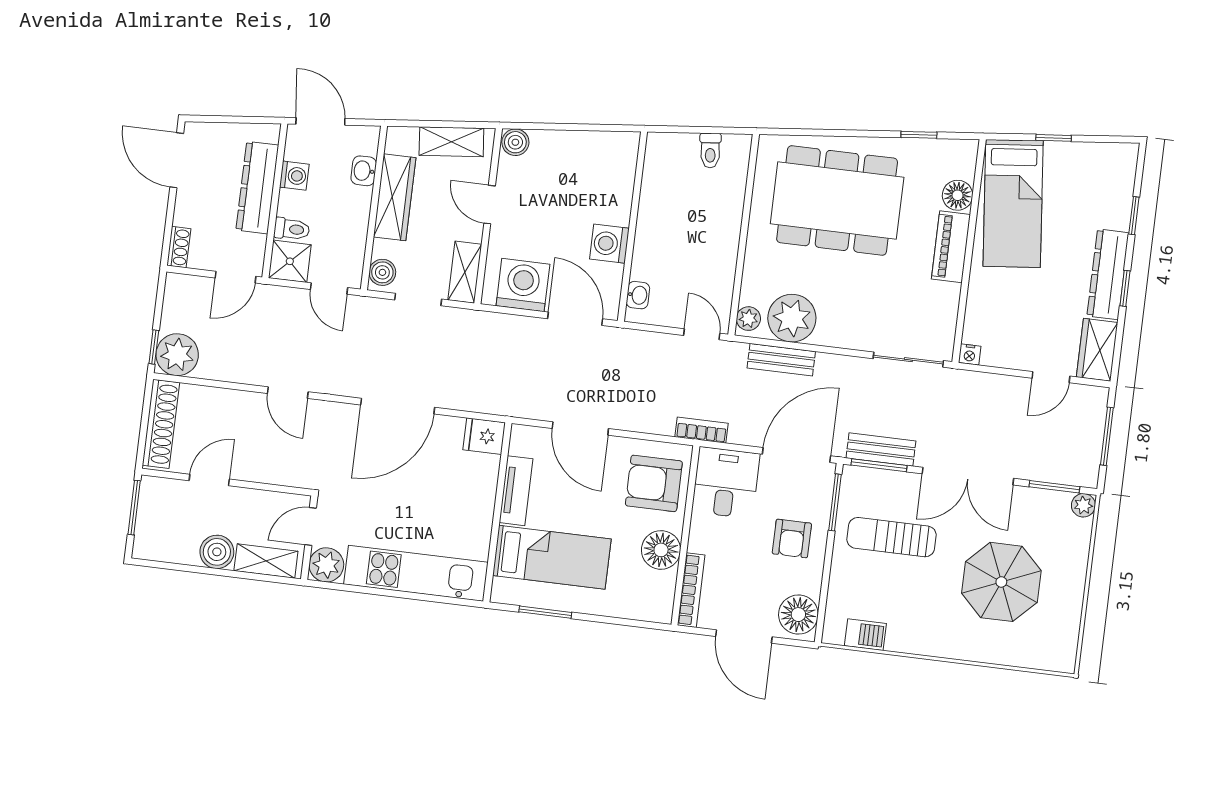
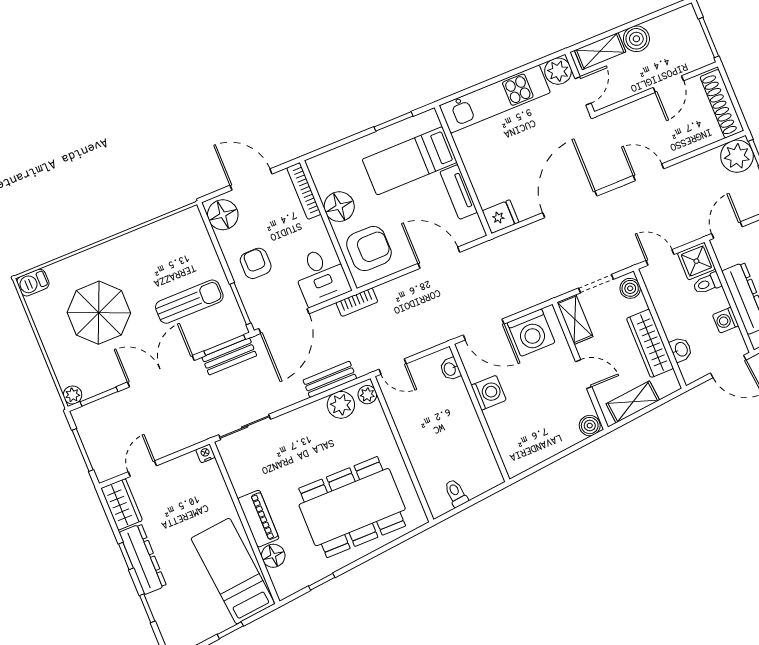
plant: (792, 318) -> (341, 405), width x0.73, depth x0.73
barbecue: (865, 635) -> (33, 283), moved

